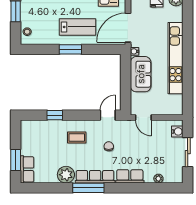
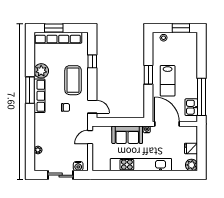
coffee table: (77, 137) -> (73, 80), width x1.86, depth x1.72
row of seats: (27, 169) -> (58, 38), width x2.02
row of seats: (130, 176) -> (40, 126), removed

